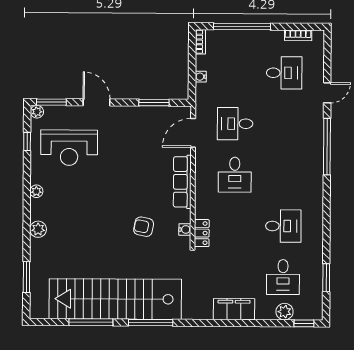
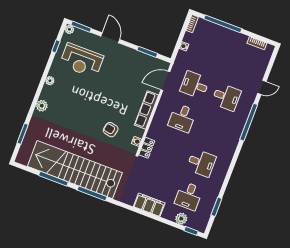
desk: (284, 73) -> (226, 97), moved

